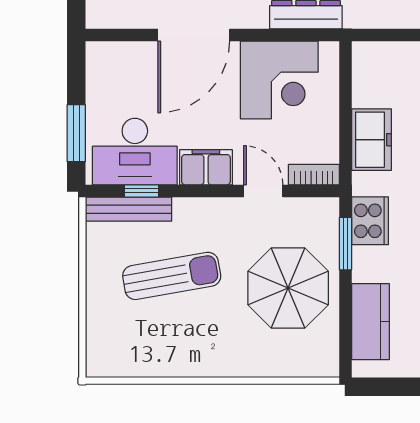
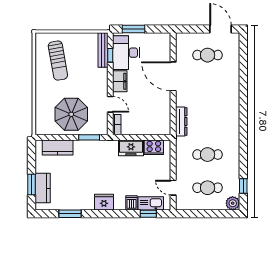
corner desk: (279, 80) -> (155, 111), removed
door: (263, 191) -> (110, 104), hinge flipped
cooker: (370, 221) -> (154, 147), moved
sun lounger: (172, 276) -> (58, 61), moved

